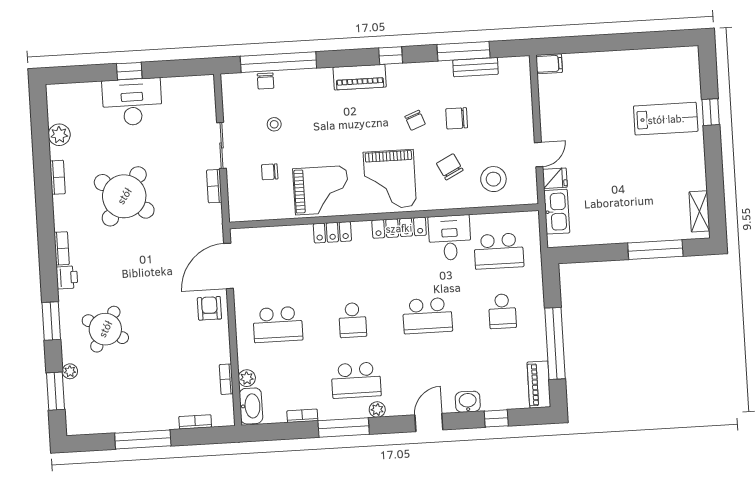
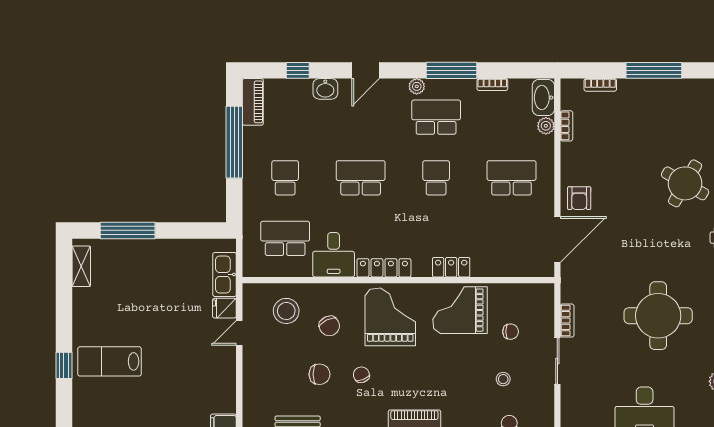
round table: (124, 196) -> (658, 316), turned -36

